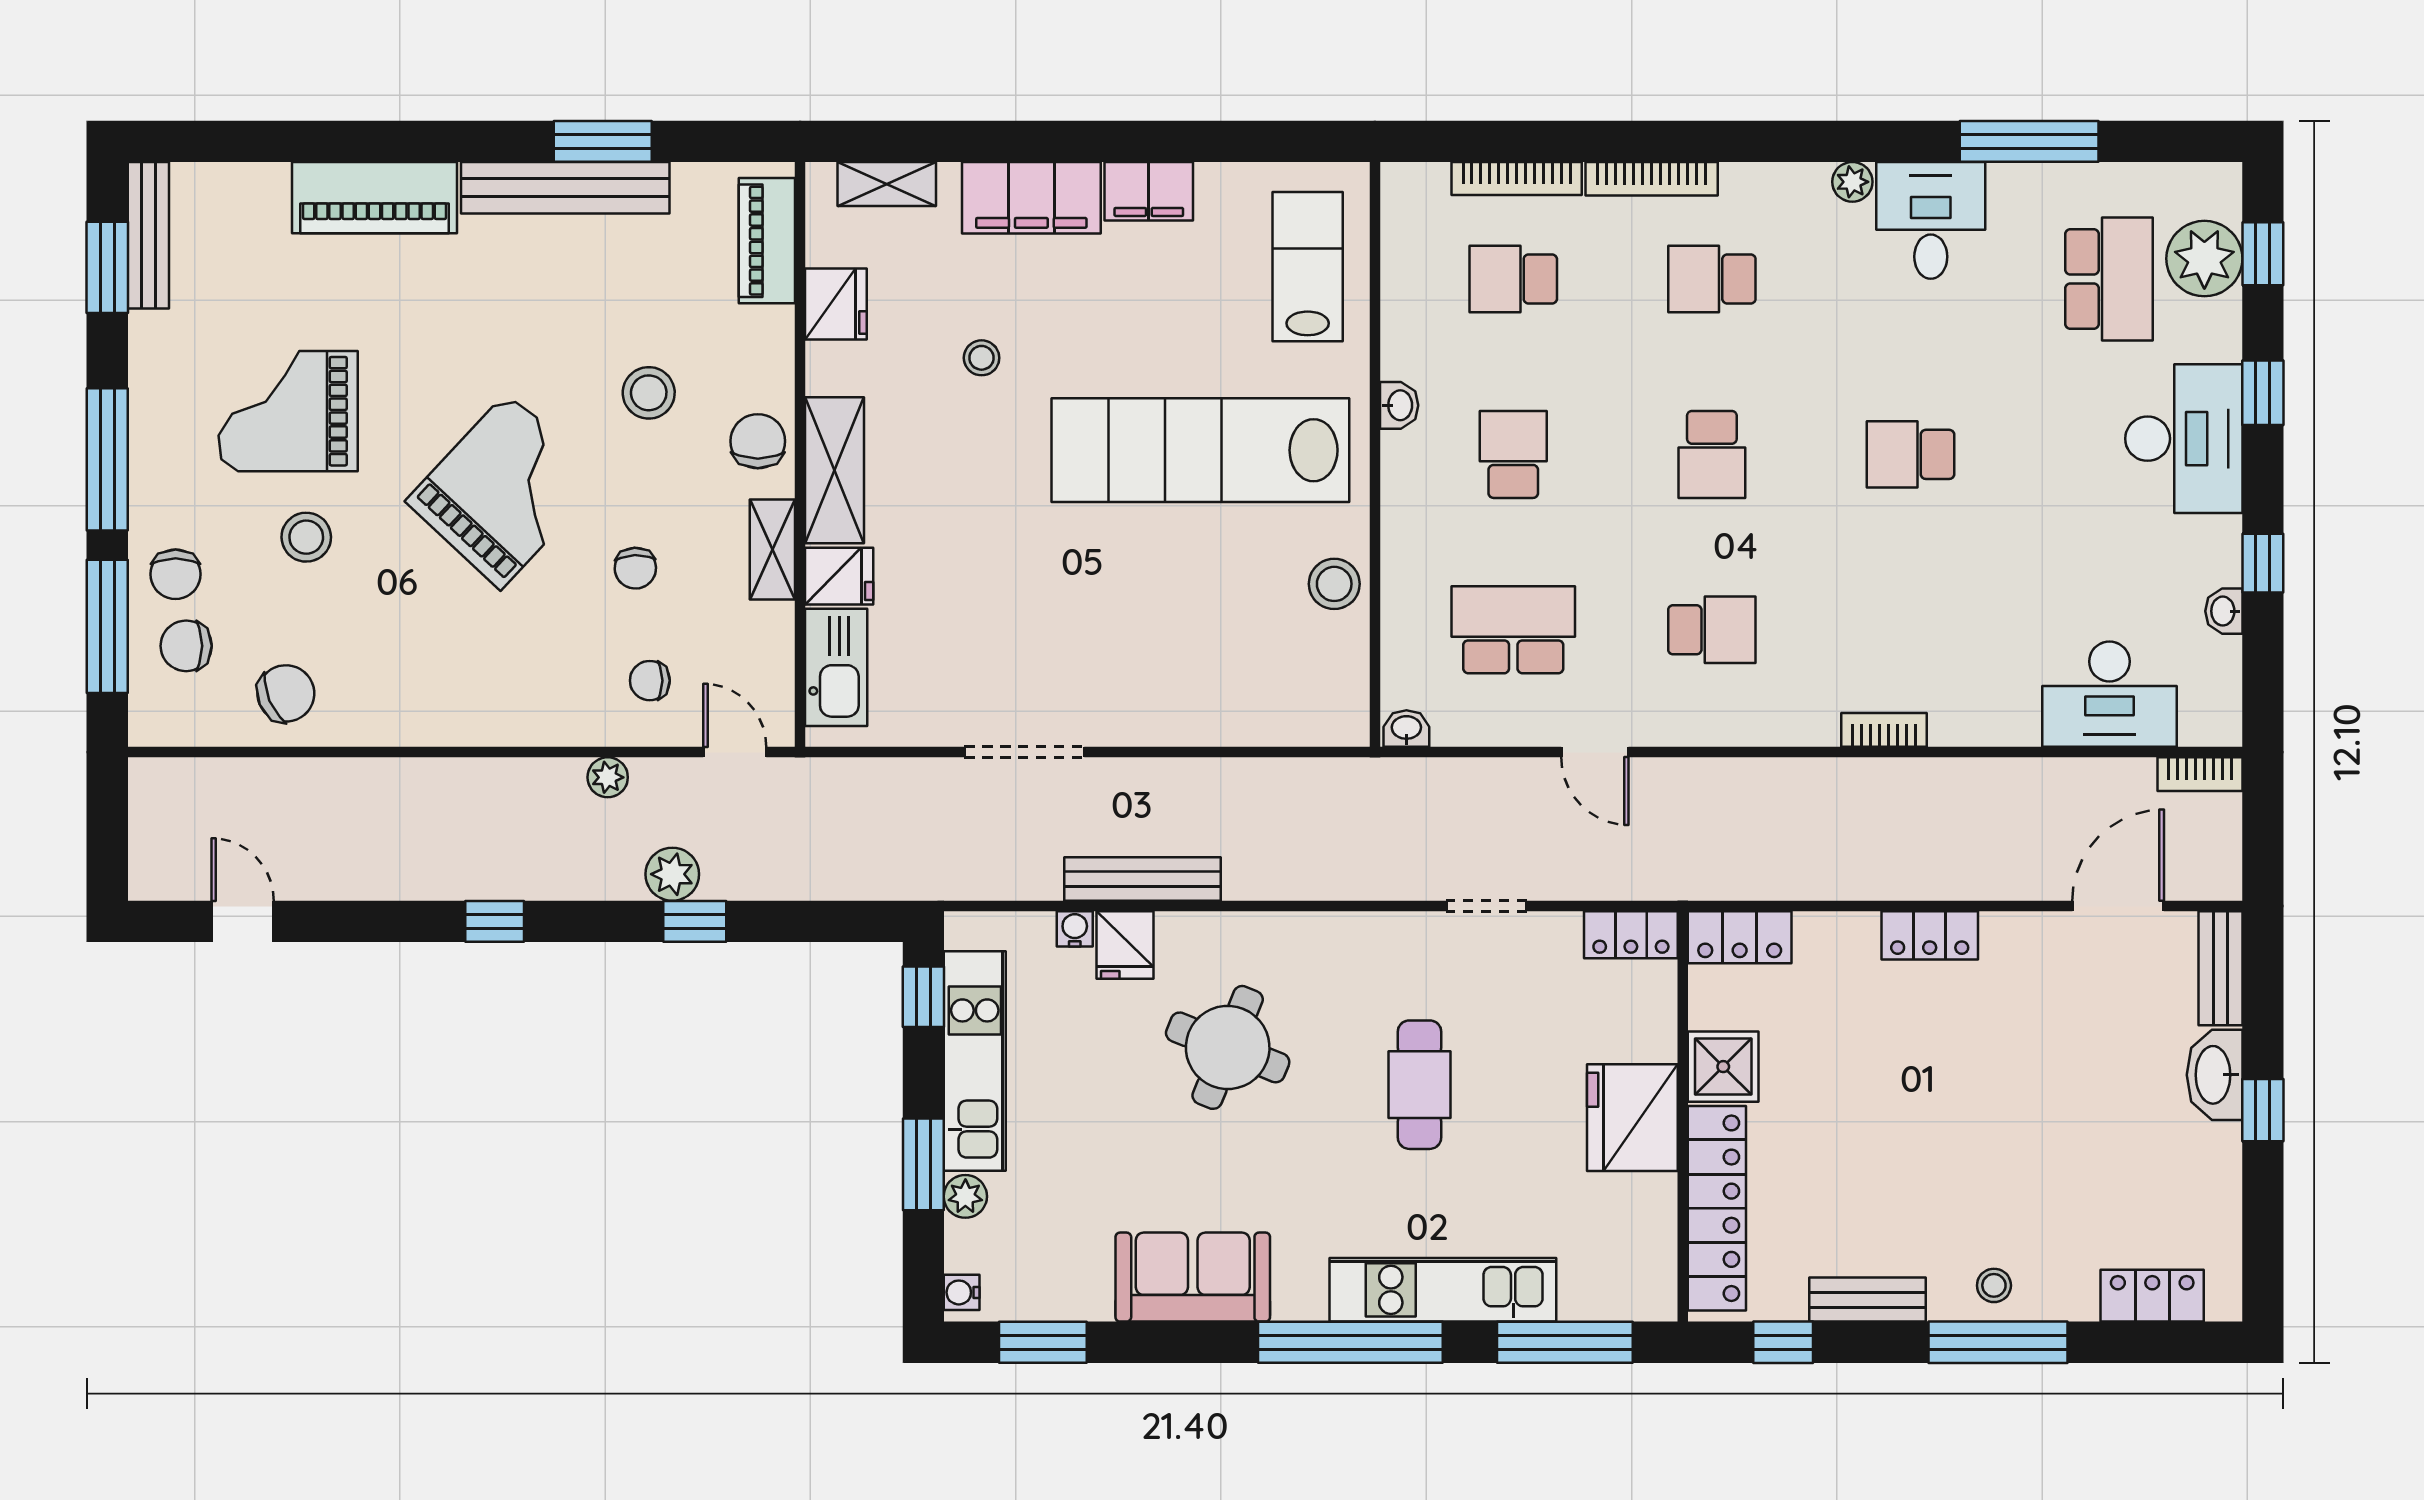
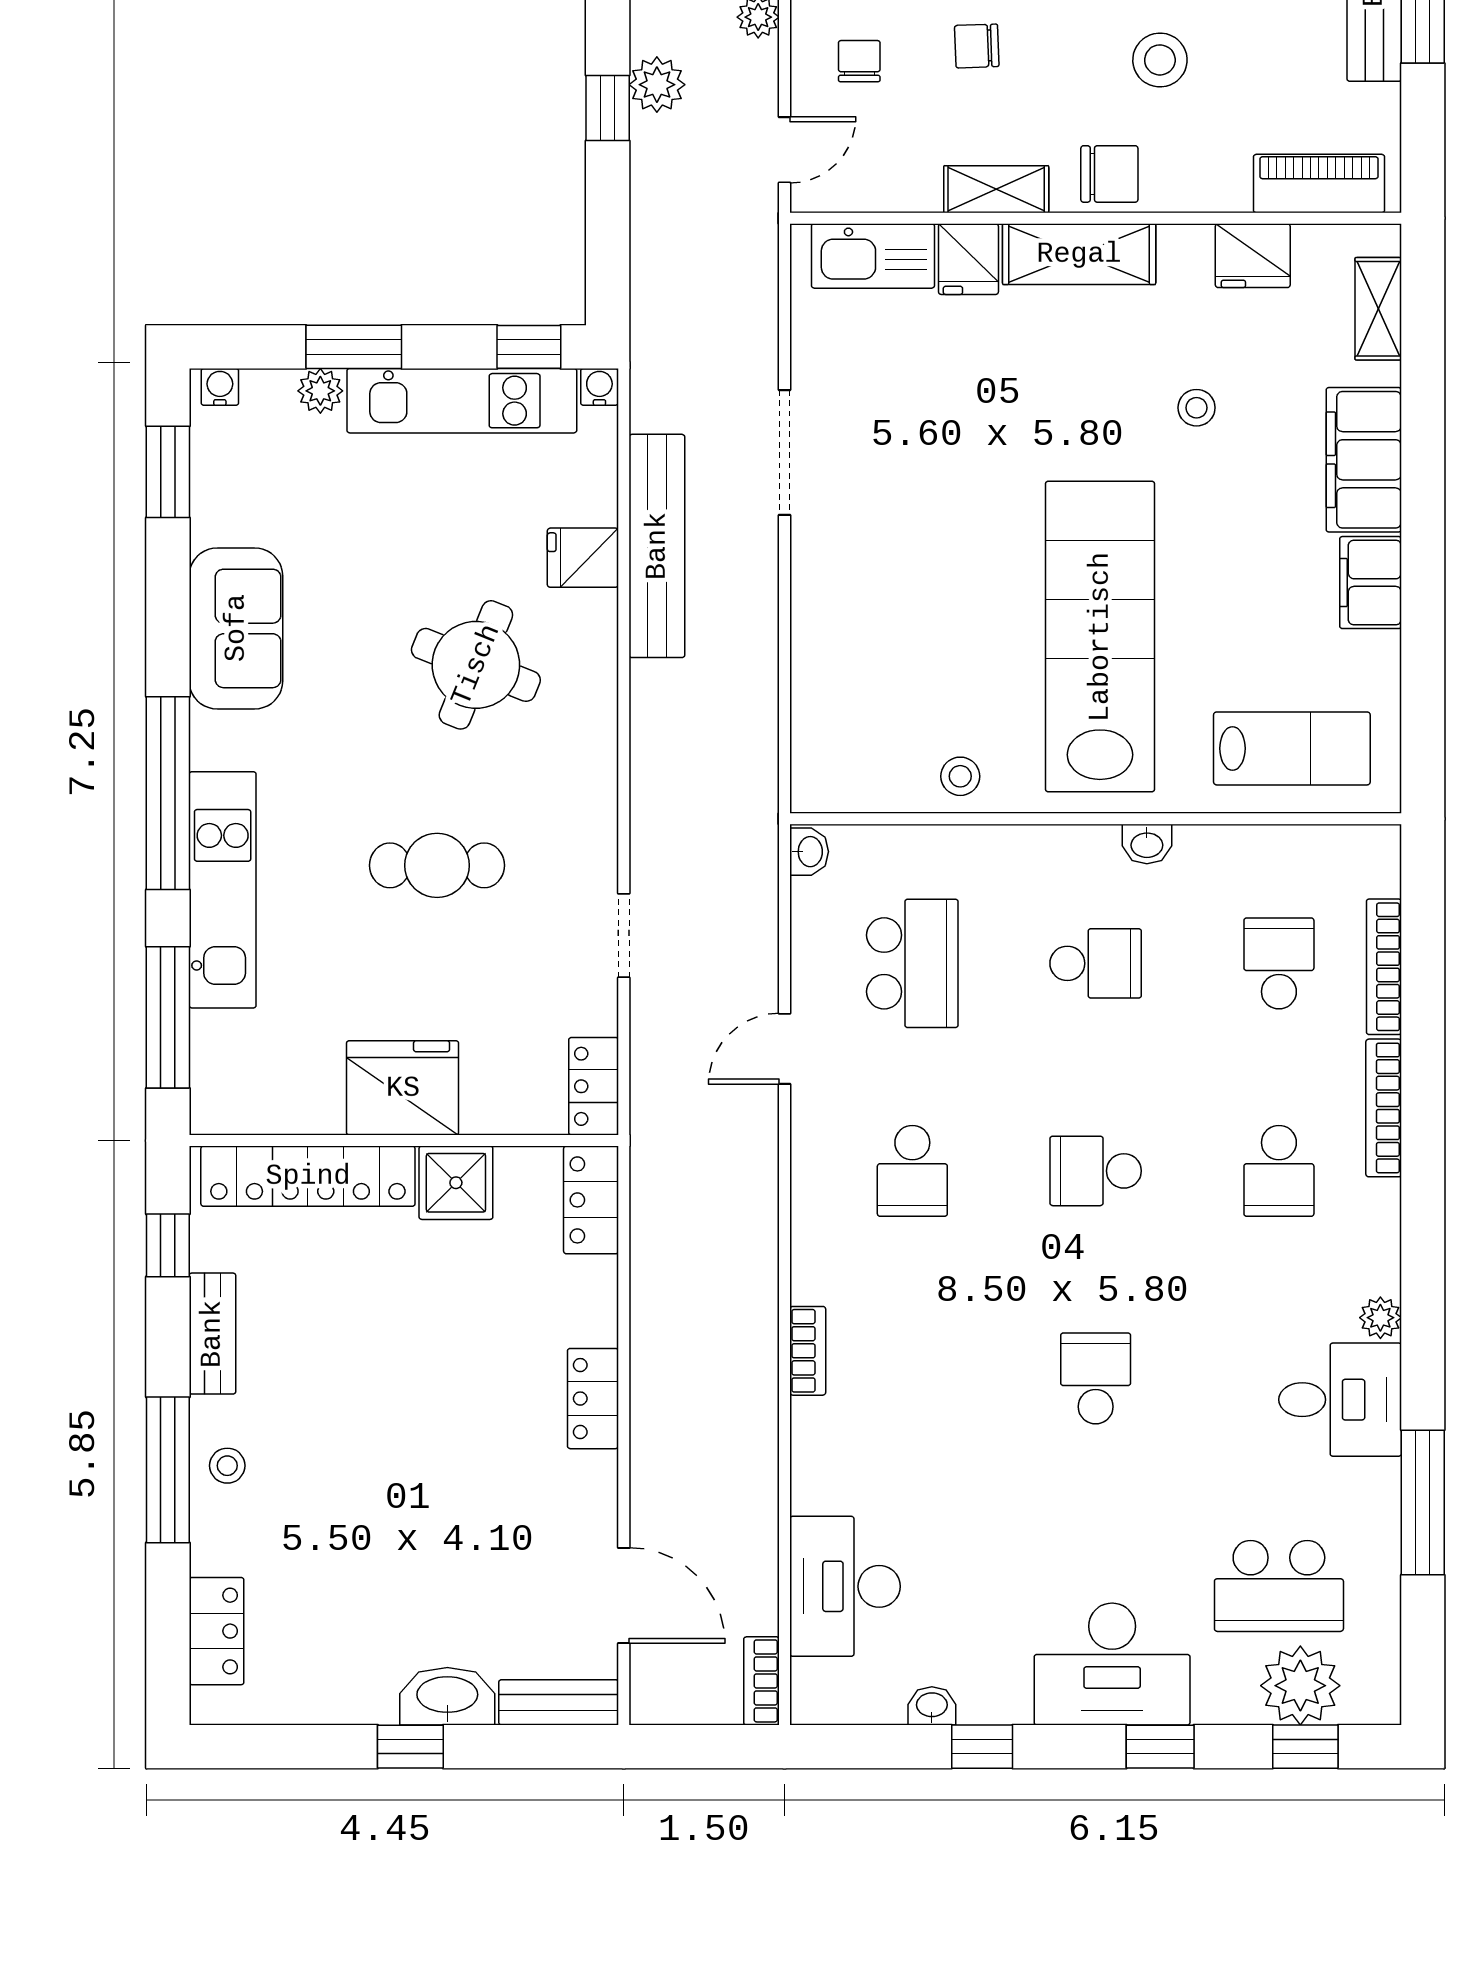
school desk: (1712, 279) -> (1279, 1171), turned 180
stool: (1334, 584) -> (960, 776), width x0.73, depth x0.73
bench: (1143, 879) -> (657, 546), width x1.37, depth x1.21
water cooler: (1075, 929) -> (599, 387), moved, turned -90

